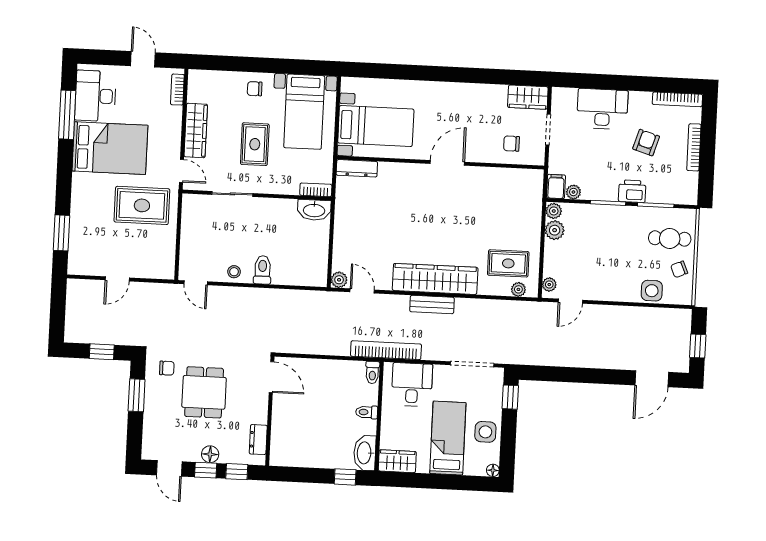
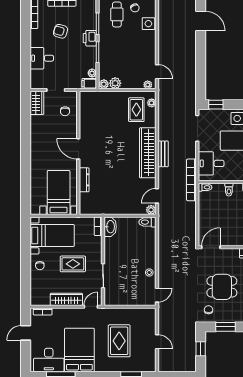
desk: (602, 109) -> (42, 58), width x0.73
dresser: (357, 168) -> (84, 180), moved
rug: (142, 205) -> (119, 341), moved
toilet: (262, 270) -> (147, 222), moved

